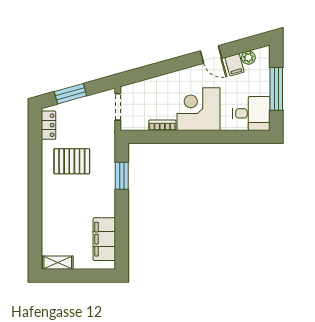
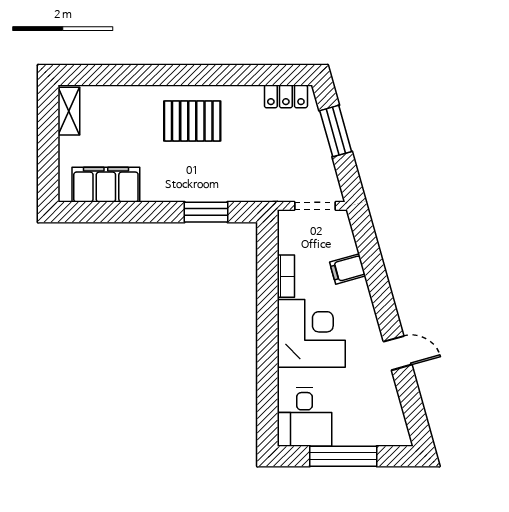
door: (211, 55) -> (398, 353), swing flipped
plant: (248, 58) -> (393, 412), removed
filing cabinet: (234, 65) -> (348, 269), moved
pallet: (72, 161) -> (192, 121), moved, turned 90

